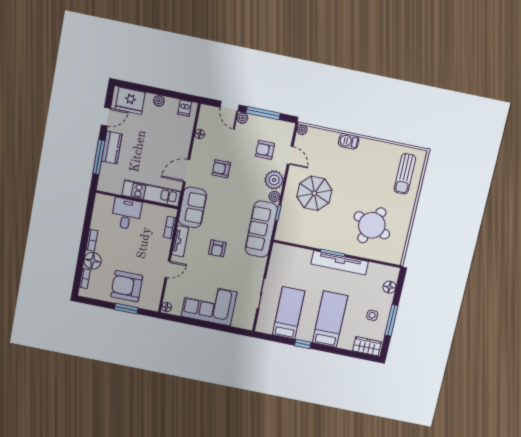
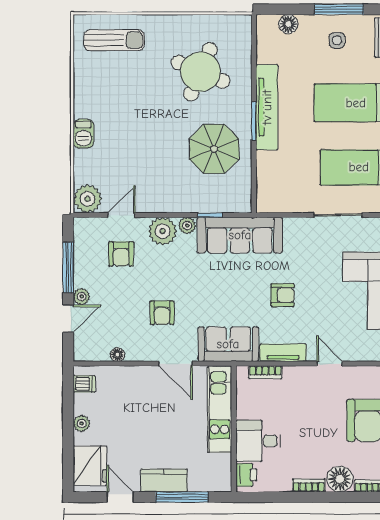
plant: (302, 130) -> (87, 199), width x1.88, depth x1.88
parasol: (314, 193) -> (214, 149), moved
printer: (106, 202) -> (246, 475), added

